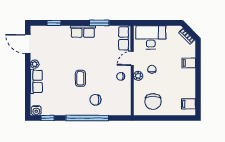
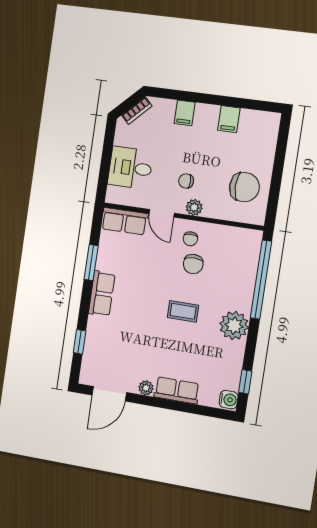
desk: (151, 37) -> (130, 168), width x0.73
chair: (95, 100) -> (193, 264), moved
filing cabinet: (189, 104) -> (229, 119), moved
plant: (77, 107) -> (234, 326), added
window: (87, 118) -> (261, 280), moved

